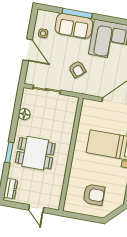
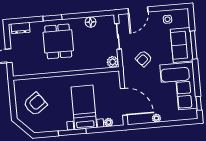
door: (28, 50) -> (138, 10), moved
plant: (72, 102) -> (113, 62), added
armchair: (94, 195) -> (35, 104), turned -126

